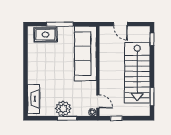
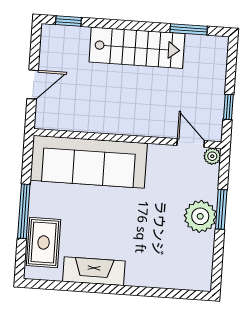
stairs: (137, 73) -> (137, 48), width x0.73, depth x0.66
fireplace: (34, 99) -> (94, 271), moved
door: (98, 101) -> (191, 143), hinge flipped

